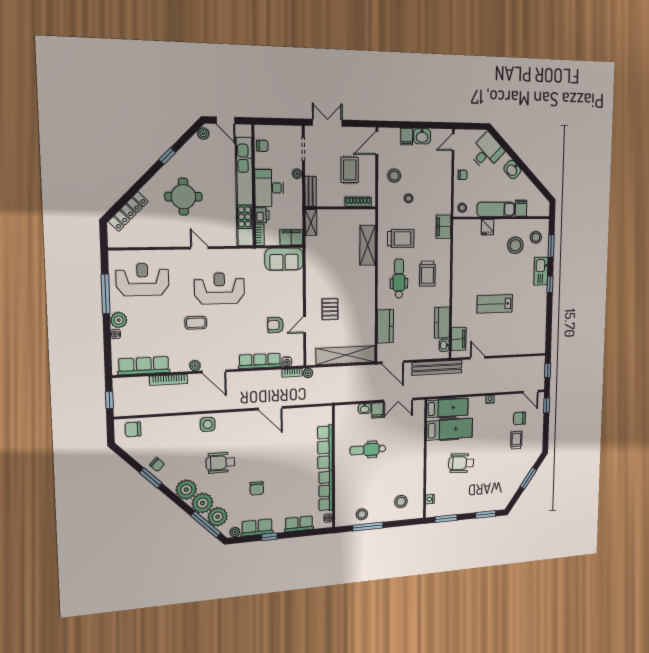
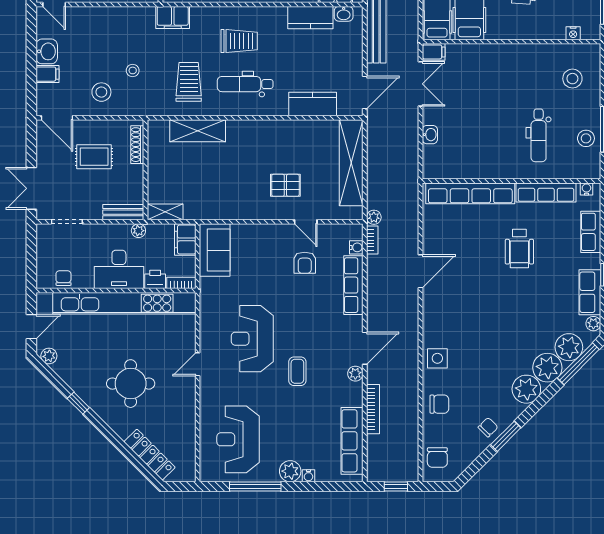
plant: (297, 174) -> (138, 231), moved
filing cabinet: (377, 410) -> (434, 52), moved
row of seats: (325, 447) -> (470, 193), width x1.36
dental chair: (368, 450) -> (539, 135), moved
wheelchair: (220, 463) -> (519, 249), moved
chair: (257, 488) -> (439, 404), moved

